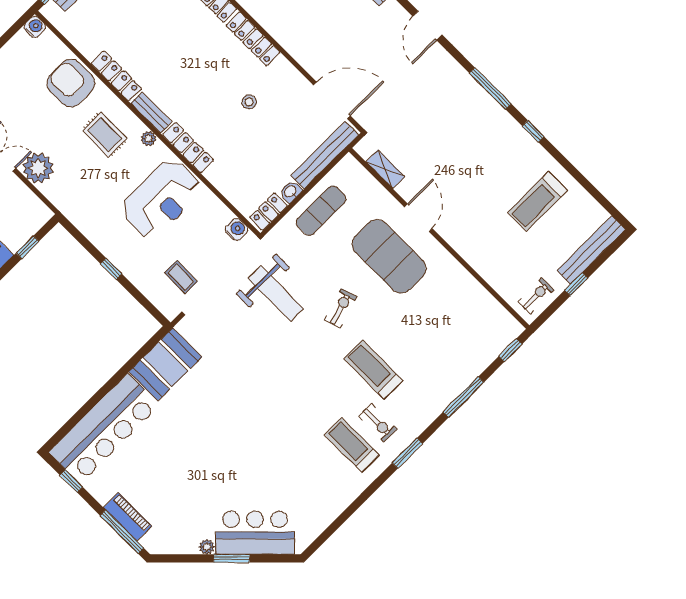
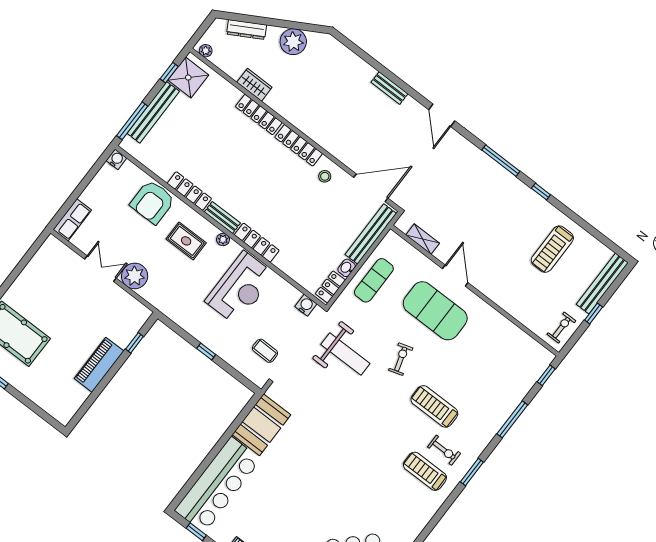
armchair: (71, 83) -> (153, 202), turned -90
stool: (249, 102) -> (325, 176), moved

